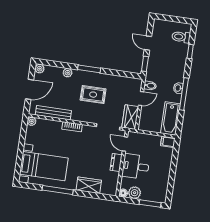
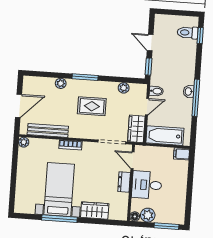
window: (190, 51) -> (200, 35), moved
plant: (40, 69) -> (124, 88), moved
bathtub: (170, 118) -> (165, 136), moved, turned 90
bed with nightstands: (44, 166) -> (59, 190), moved, turned -90

